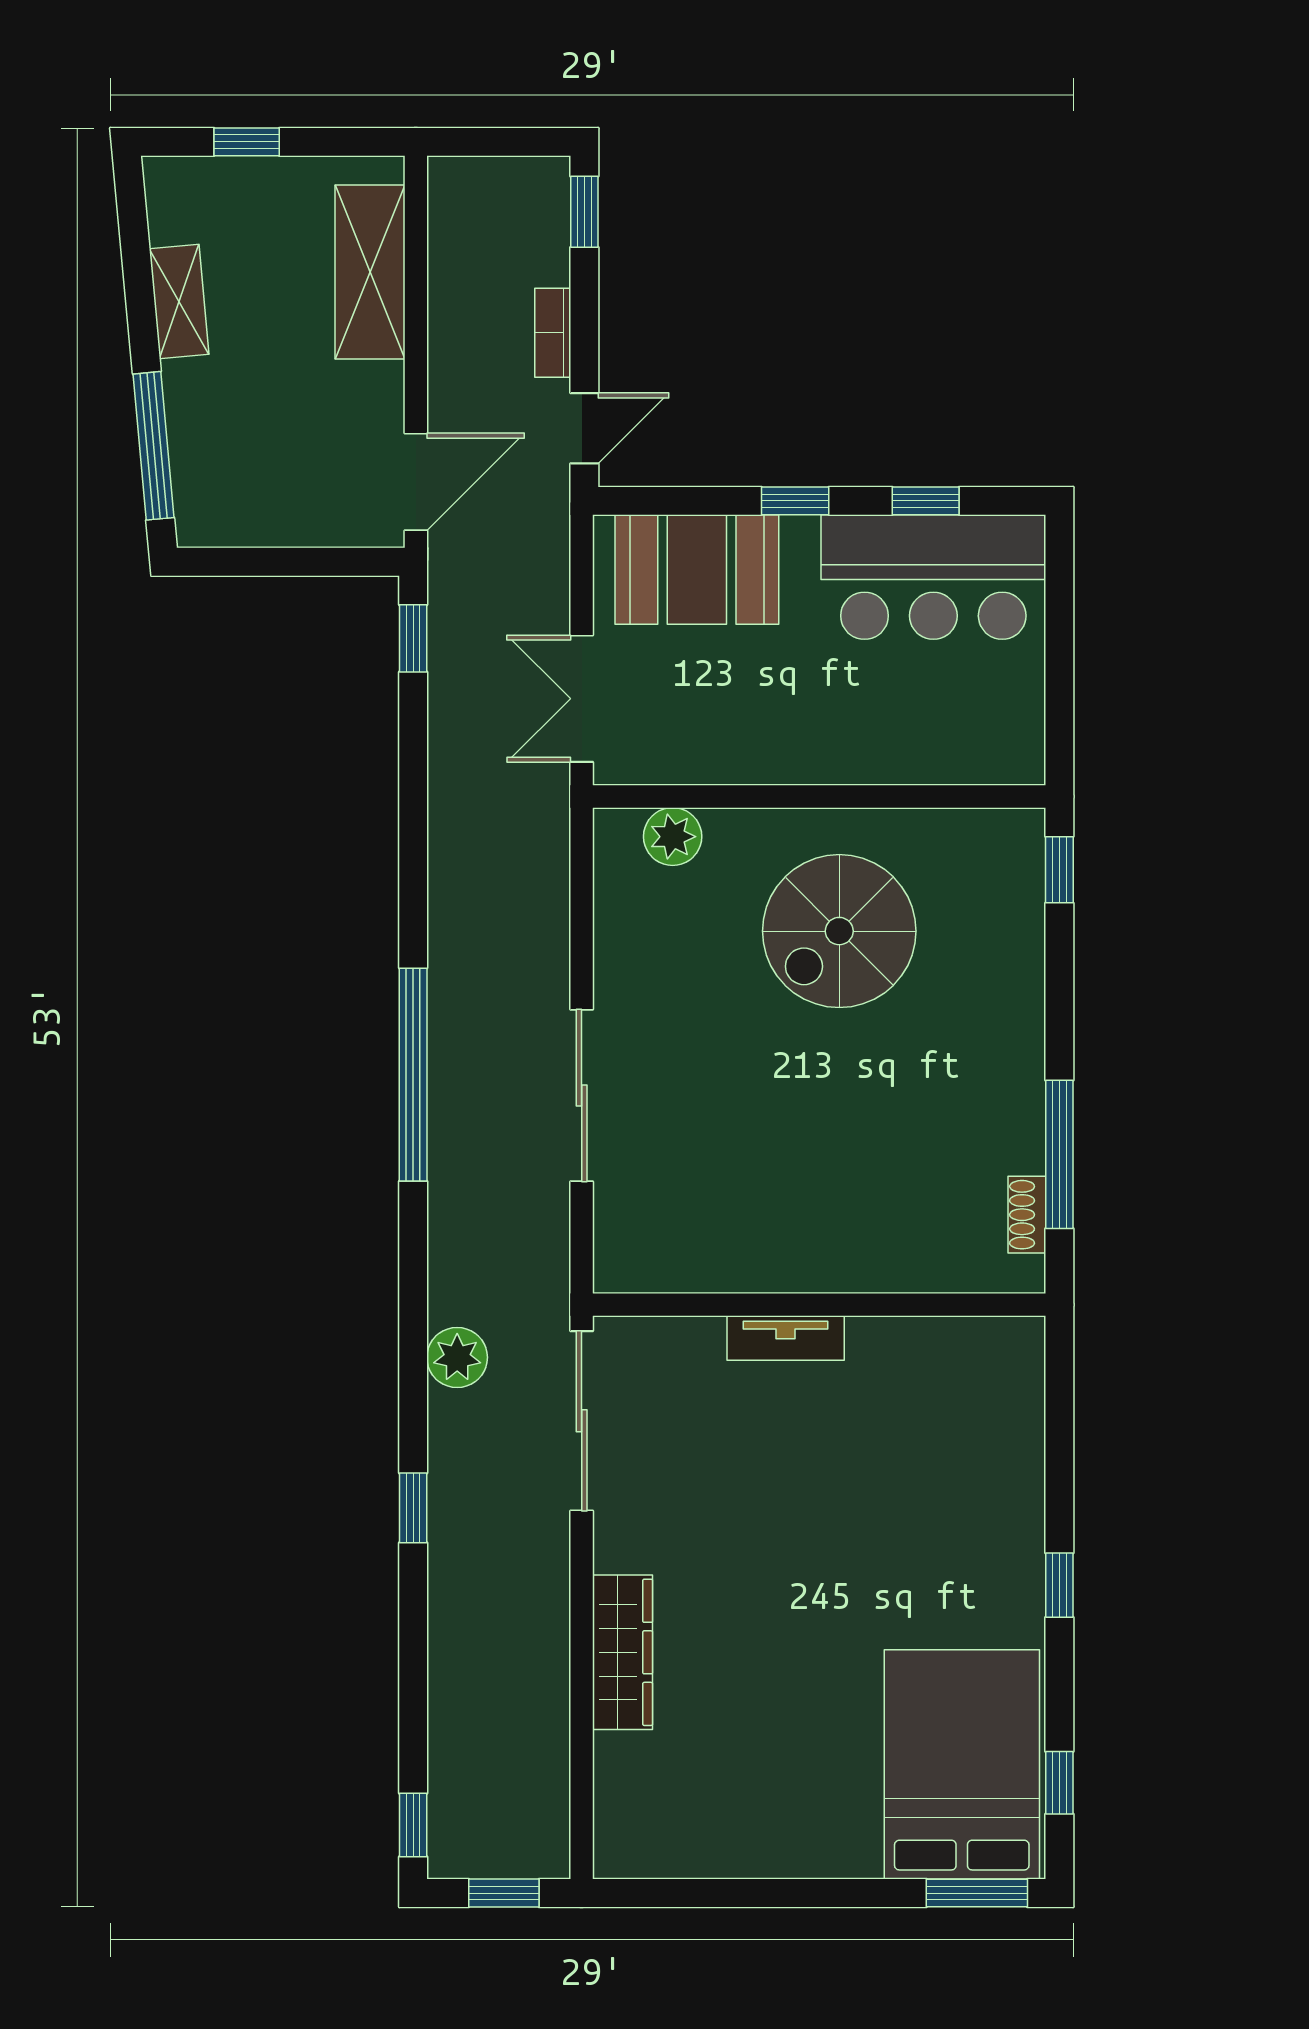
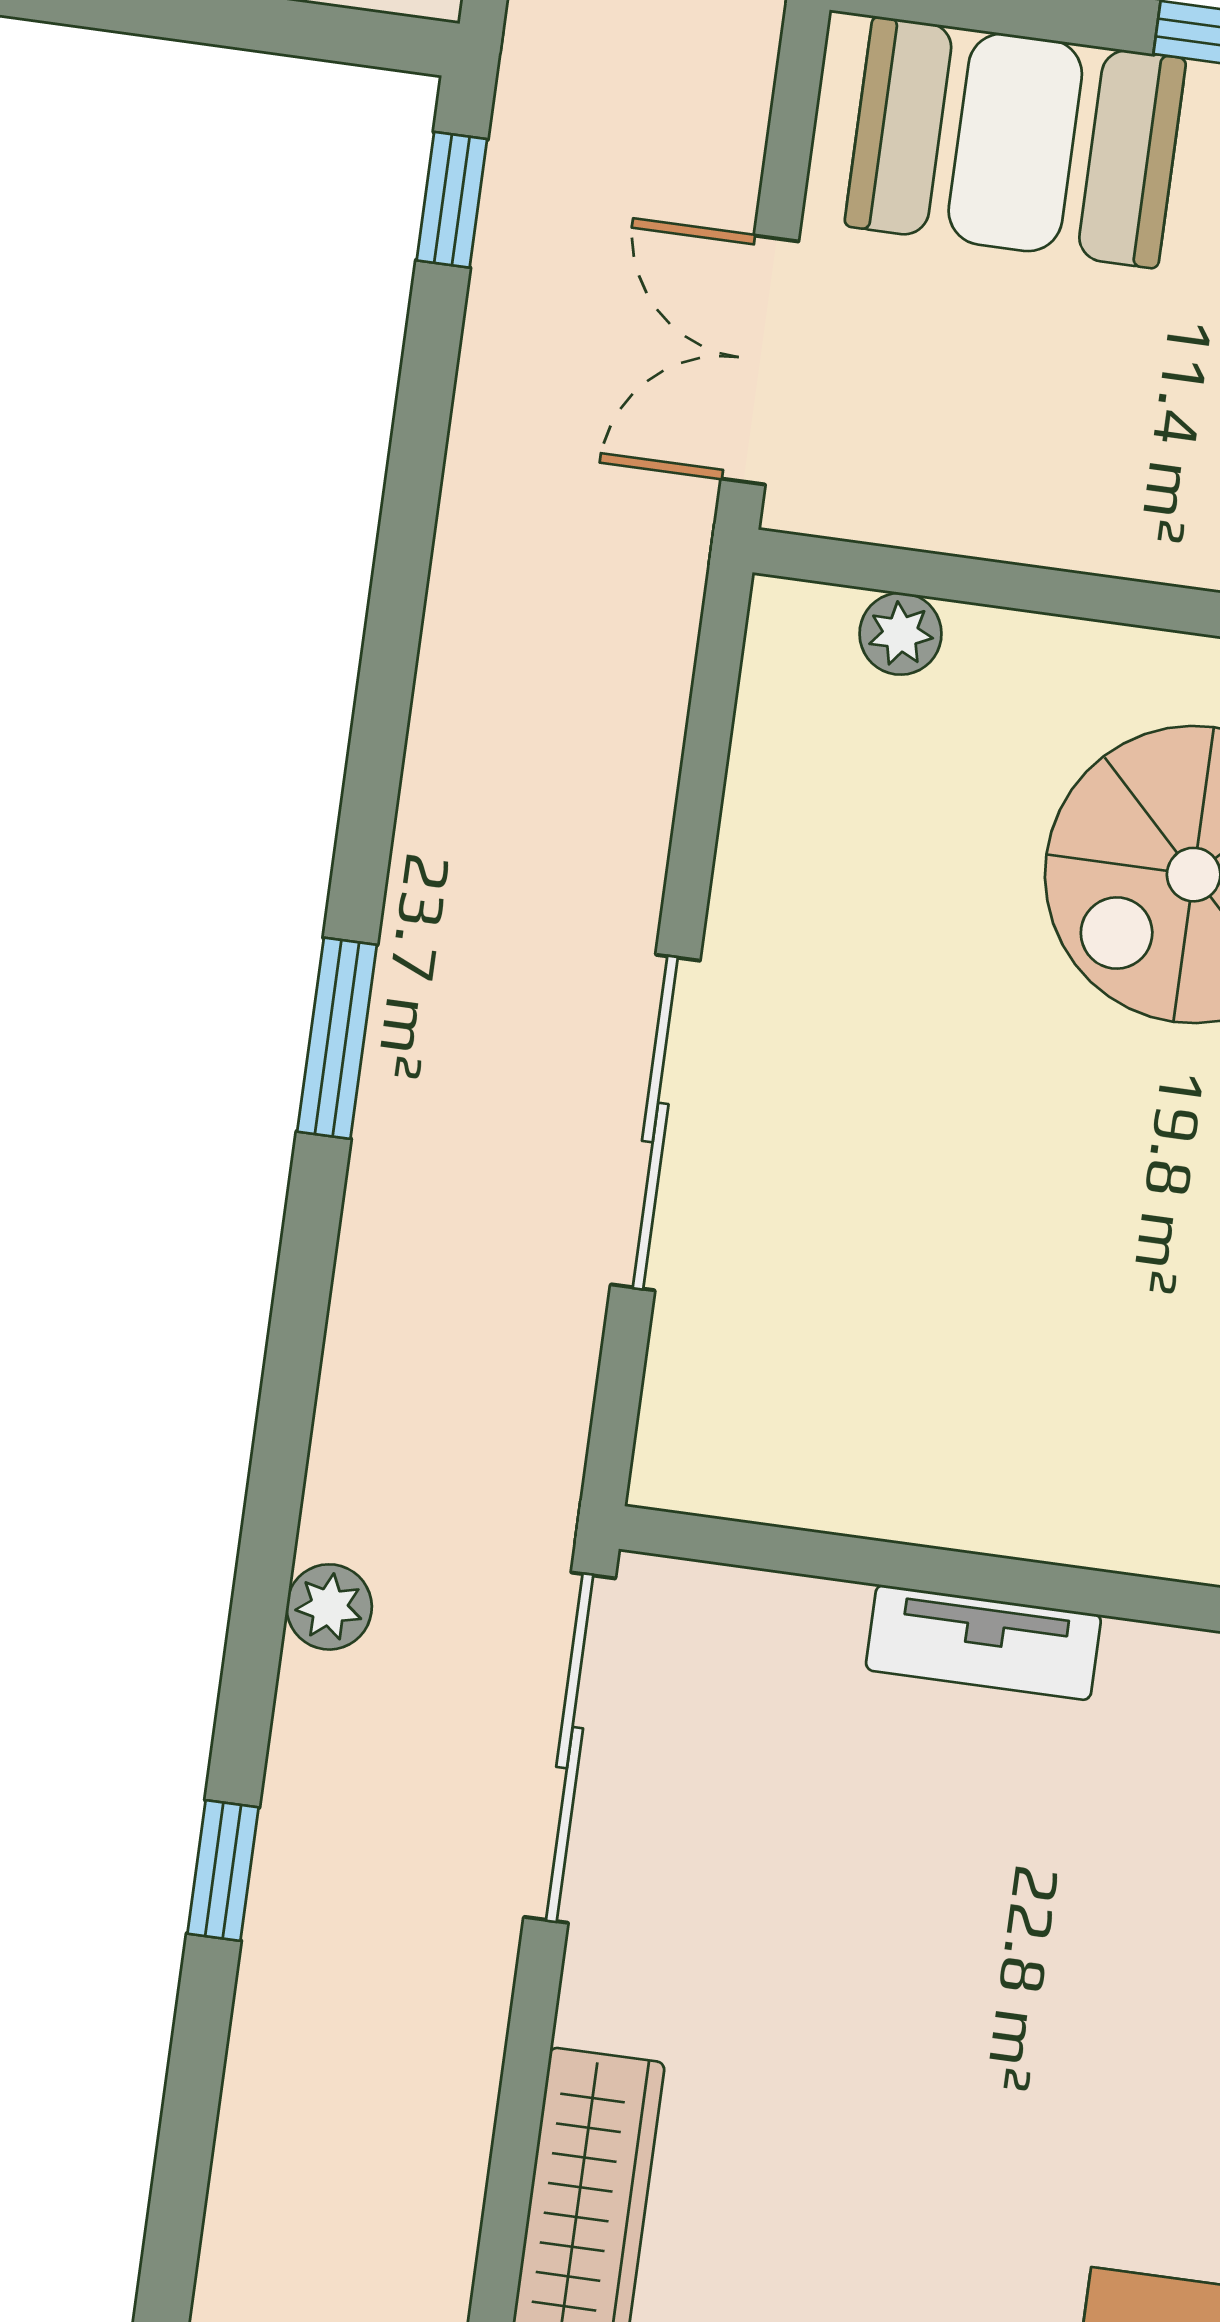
plant: (673, 837) -> (901, 634), width x0.73, depth x0.73
window: (413, 1075) -> (337, 1038), width x0.47
plant: (457, 1357) -> (329, 1607), width x0.73, depth x0.73

